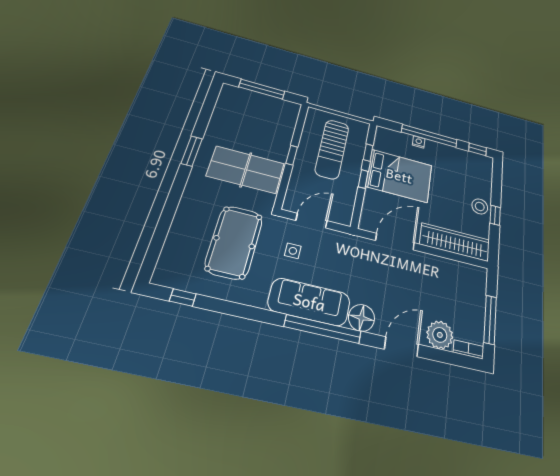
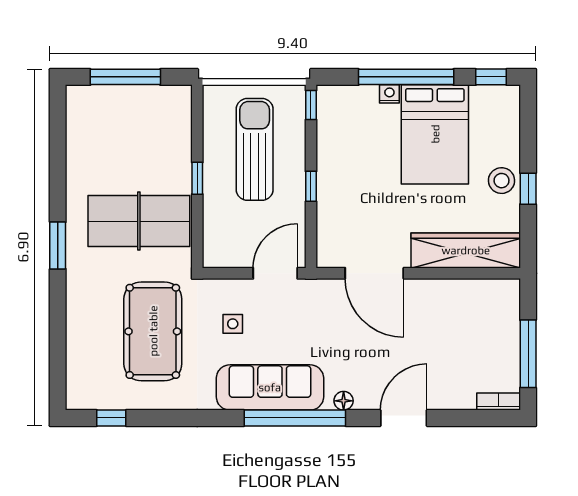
sun lounger: (332, 149) -> (255, 149), turned 180
window: (192, 151) -> (58, 246), moved
window: (368, 153) -> (311, 105), moved
bed: (399, 176) -> (435, 134), moved, turned 90
door: (312, 221) -> (275, 273), moved
door: (395, 242) -> (374, 273), swing flipped
floor lamp: (362, 318) -> (344, 401), width x0.53, depth x0.53
plant: (440, 335) -> (456, 391), removed

